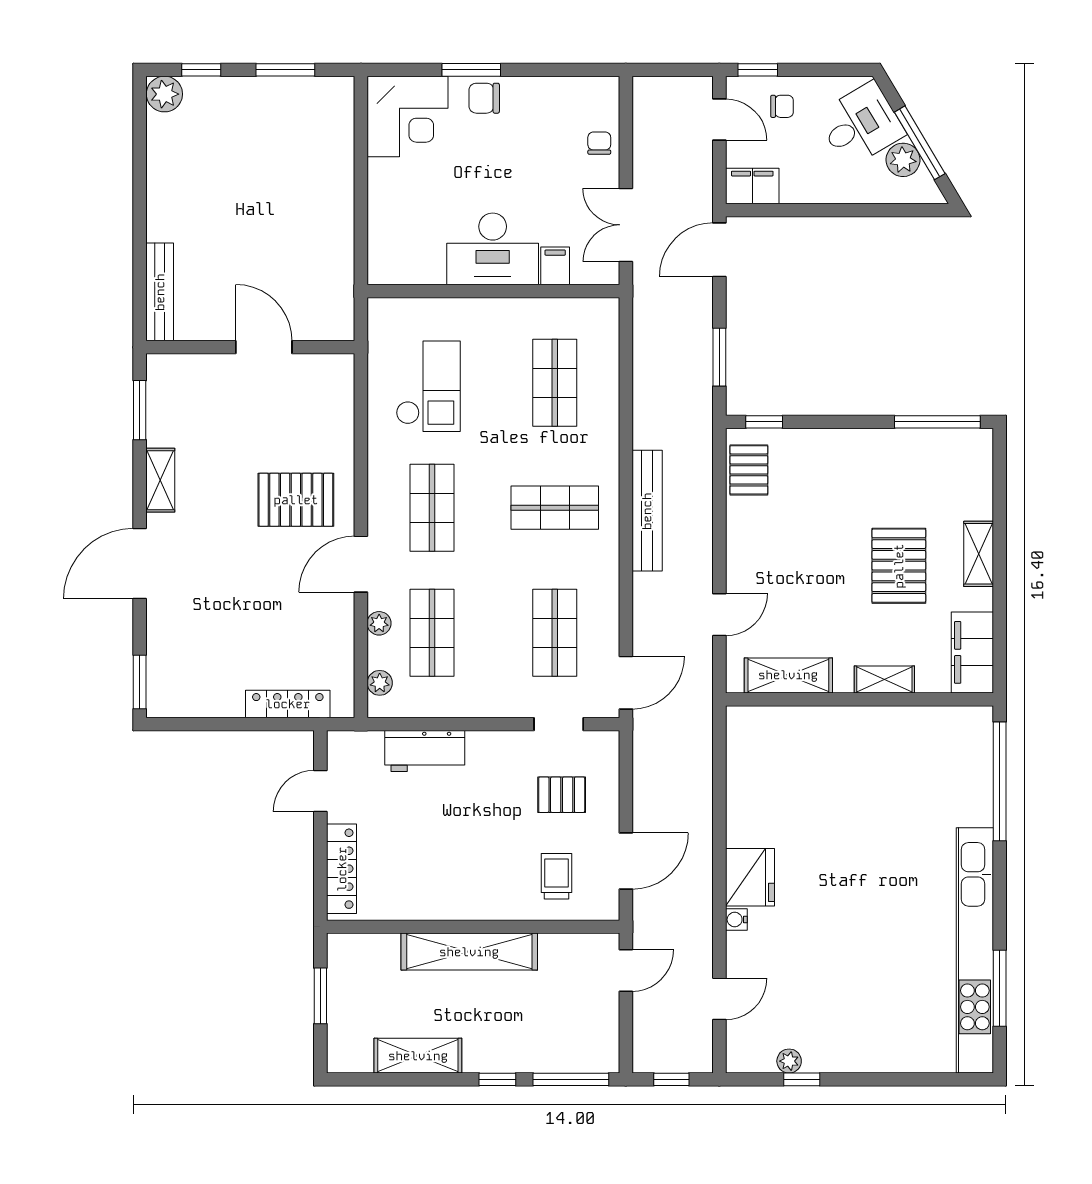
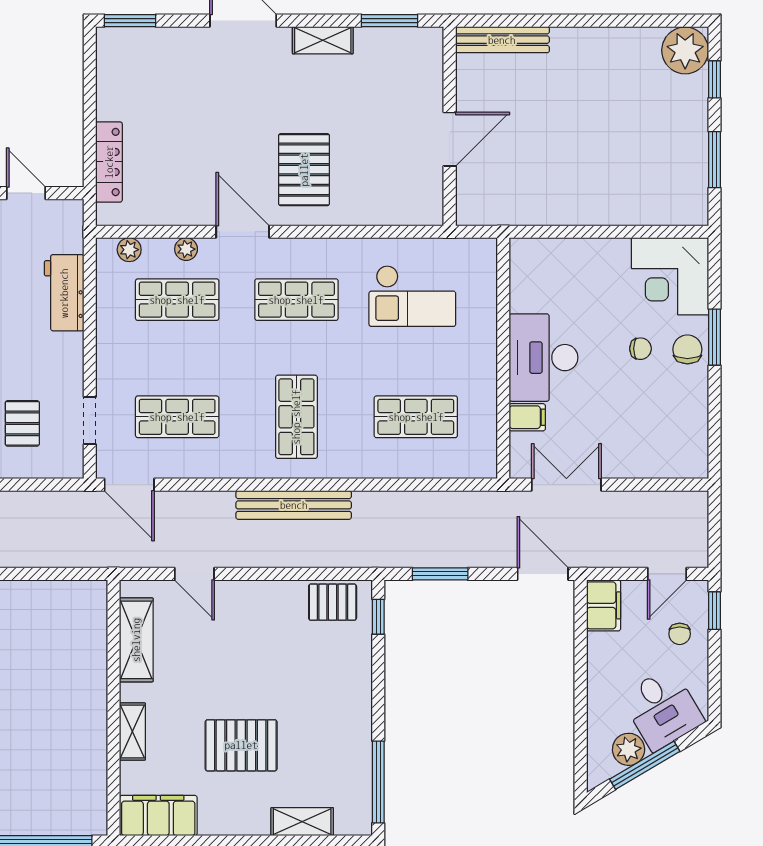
plant: (164, 94) -> (685, 50), width x1.36, depth x1.36
chair: (599, 143) -> (640, 349), moved
shelving: (979, 554) -> (302, 822), moved

